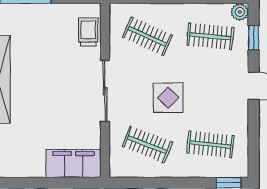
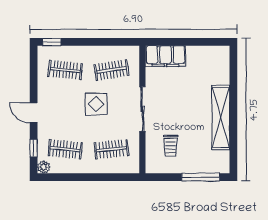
trolley: (88, 32) -> (171, 146), moved
clothes rail: (147, 36) -> (111, 149), turned -30
clothes rail: (147, 144) -> (111, 70), turned -30

